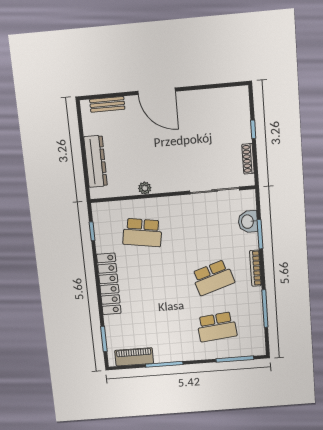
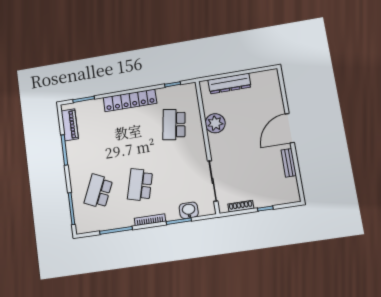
bench: (107, 104) -> (289, 163), moved
plant: (145, 188) -> (215, 123), width x1.87, depth x1.87
school desk: (213, 278) -> (140, 185), turned 33
school desk: (217, 327) -> (98, 191), turned 30

